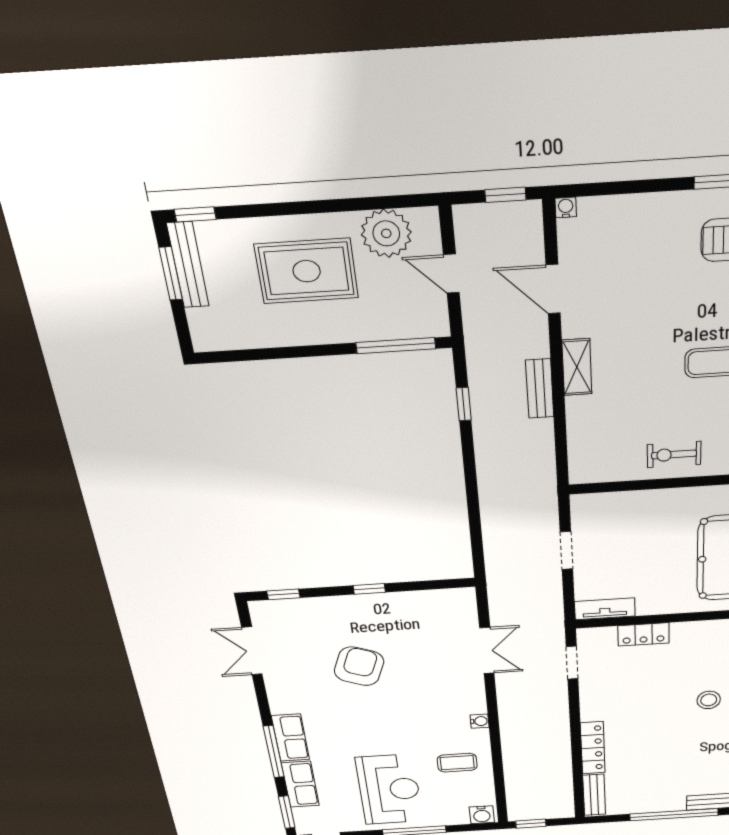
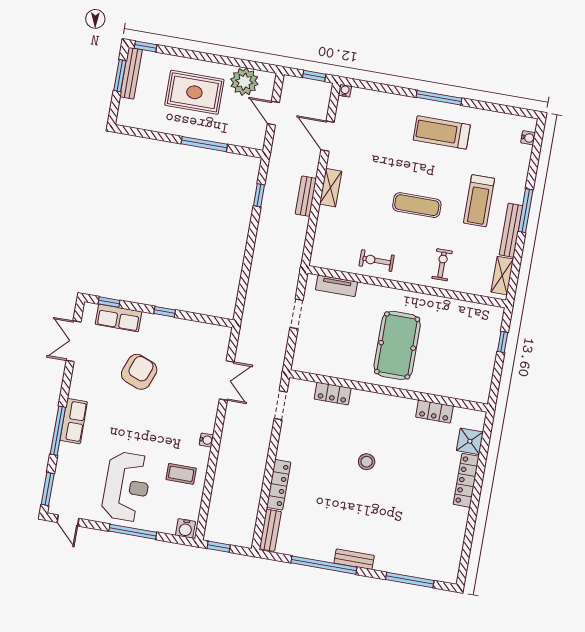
window: (396, 346) -> (204, 144), moved
tv unit: (605, 609) -> (337, 286), moved, turned 180
row of seats: (300, 784) -> (119, 318), moved, turned 90

